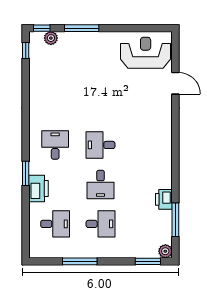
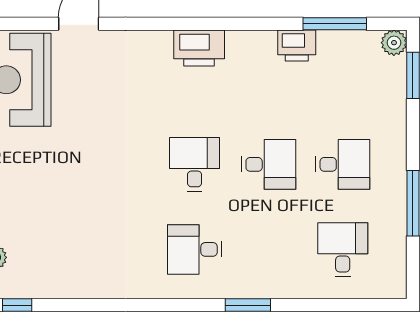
desk: (100, 145) -> (195, 164), turned 180
printer: (38, 188) -> (199, 48), moved, turned 180
desk: (100, 224) -> (343, 164), turned 90

